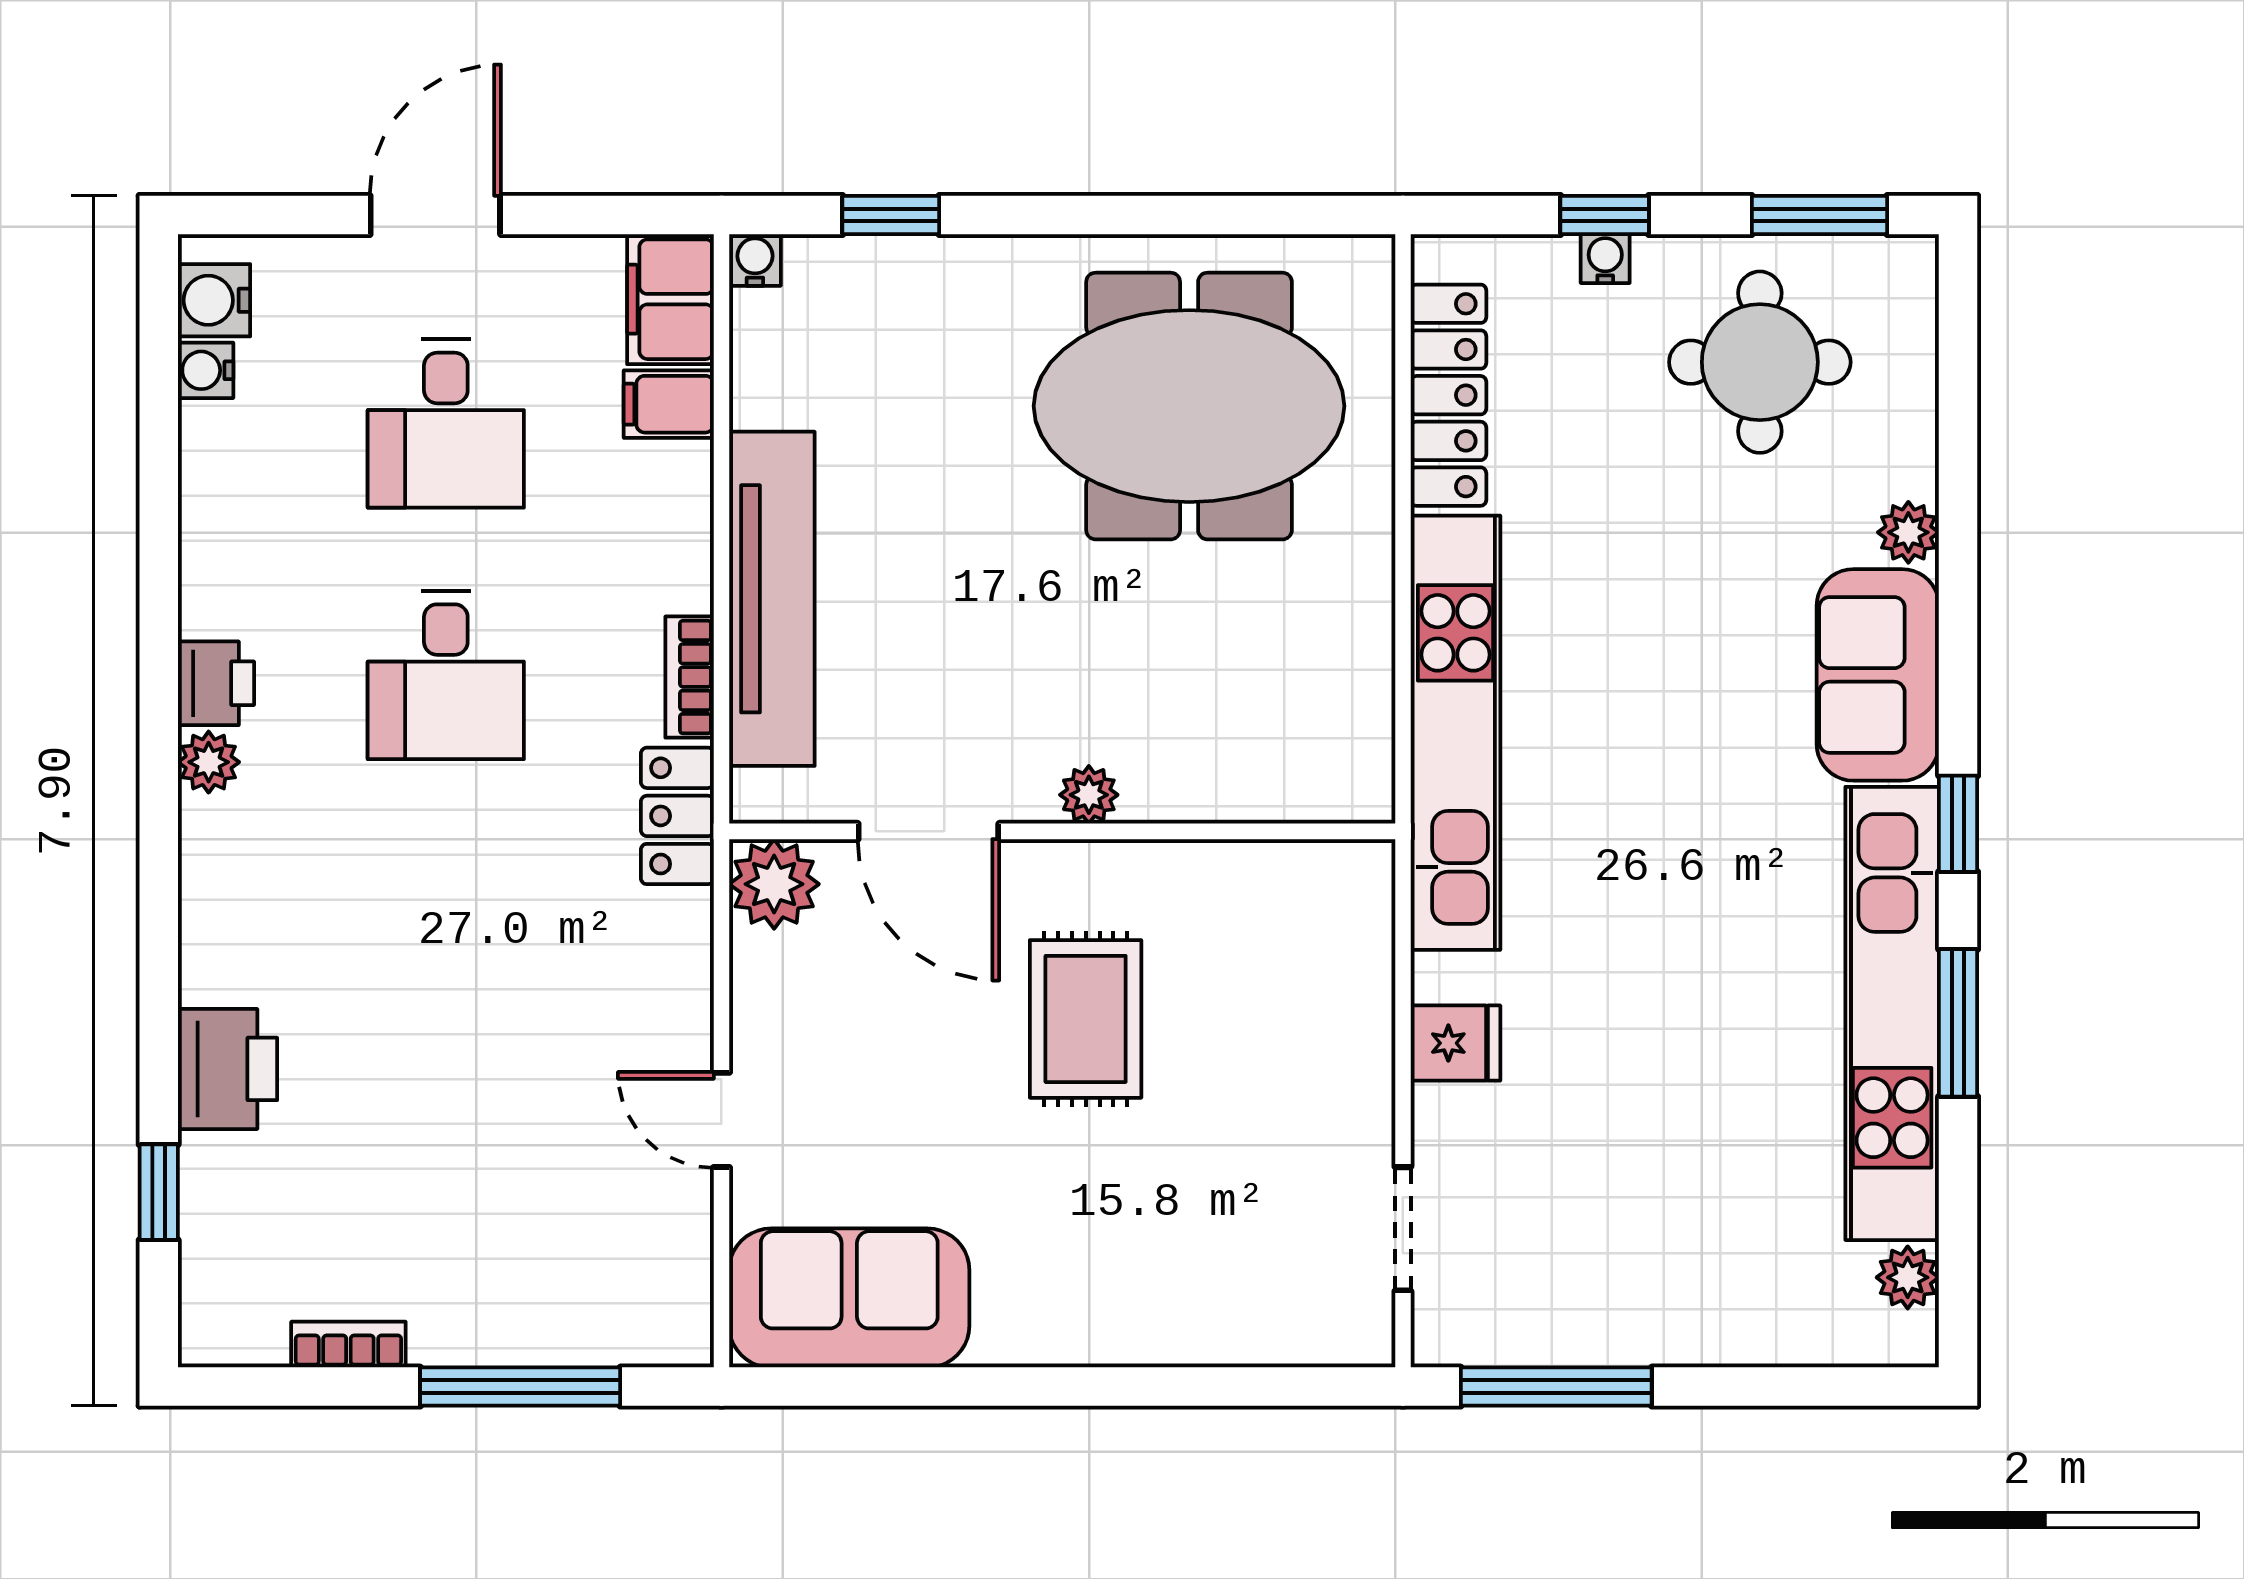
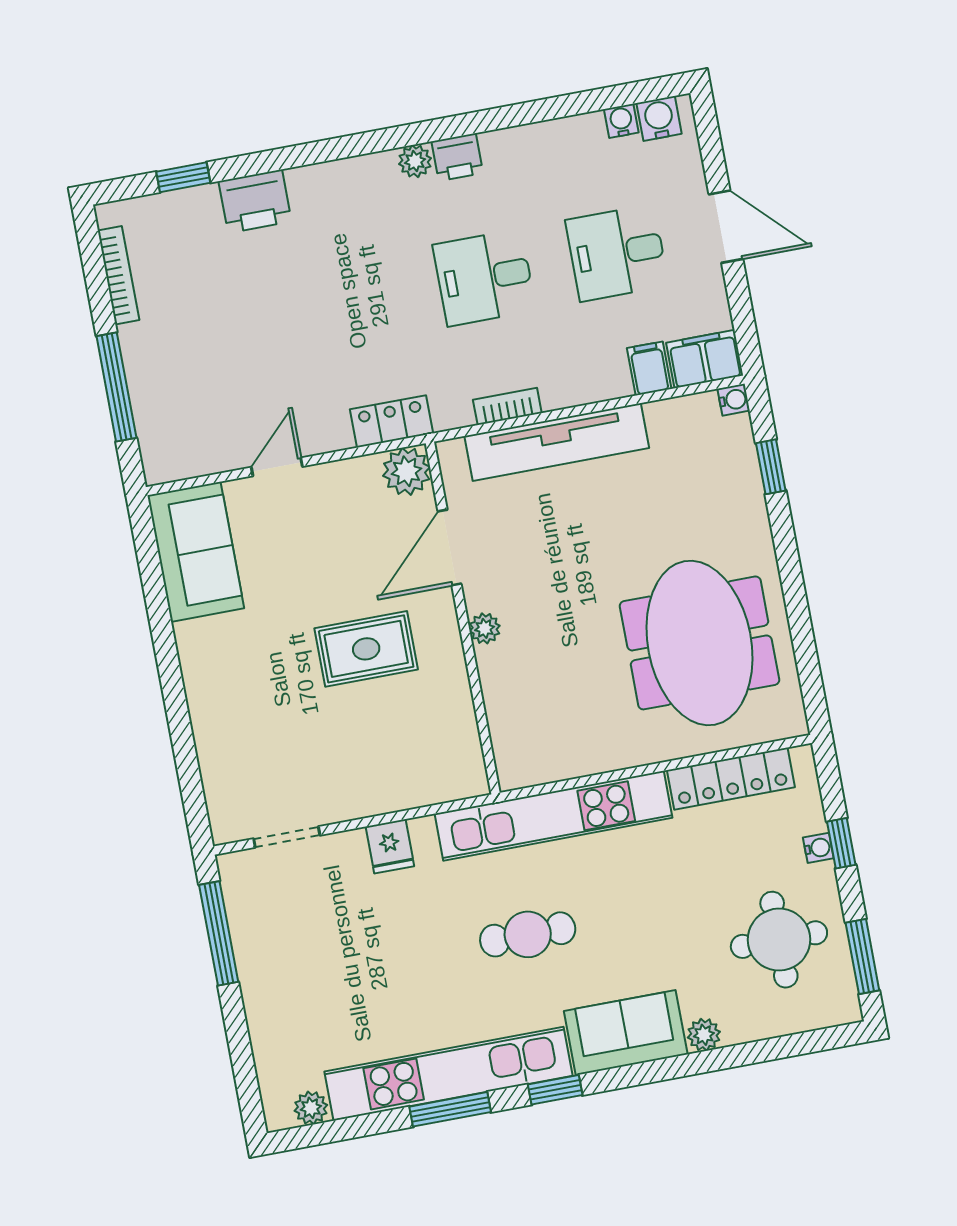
locker: (677, 816) -> (391, 421), moved
cafe table: (1664, 821) -> (528, 934), added
bookcase: (348, 1345) -> (119, 275), width x1.56

